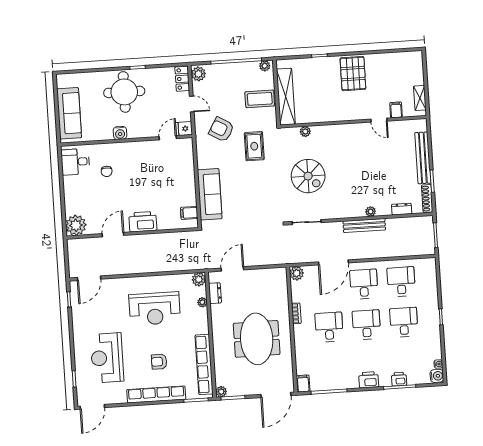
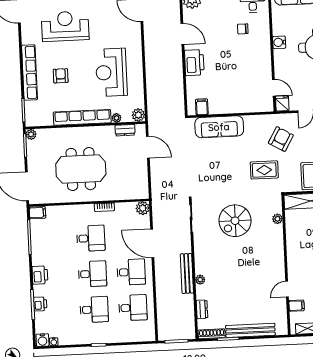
row of seats: (204, 364) -> (82, 117), moved

